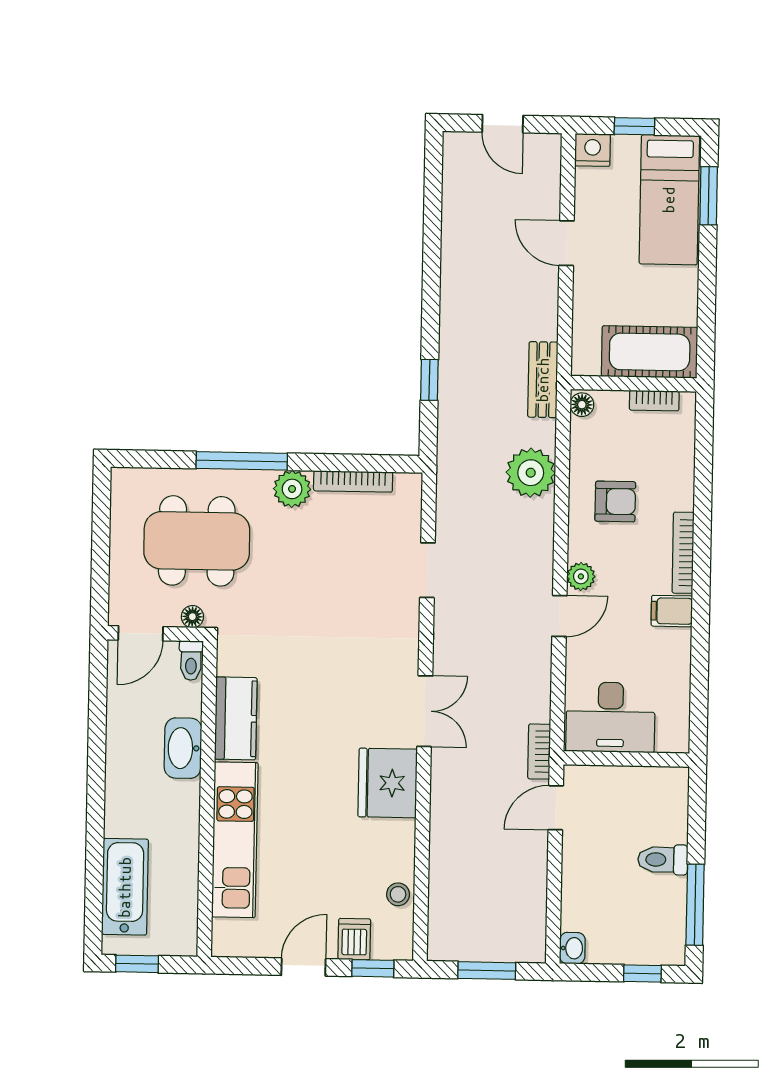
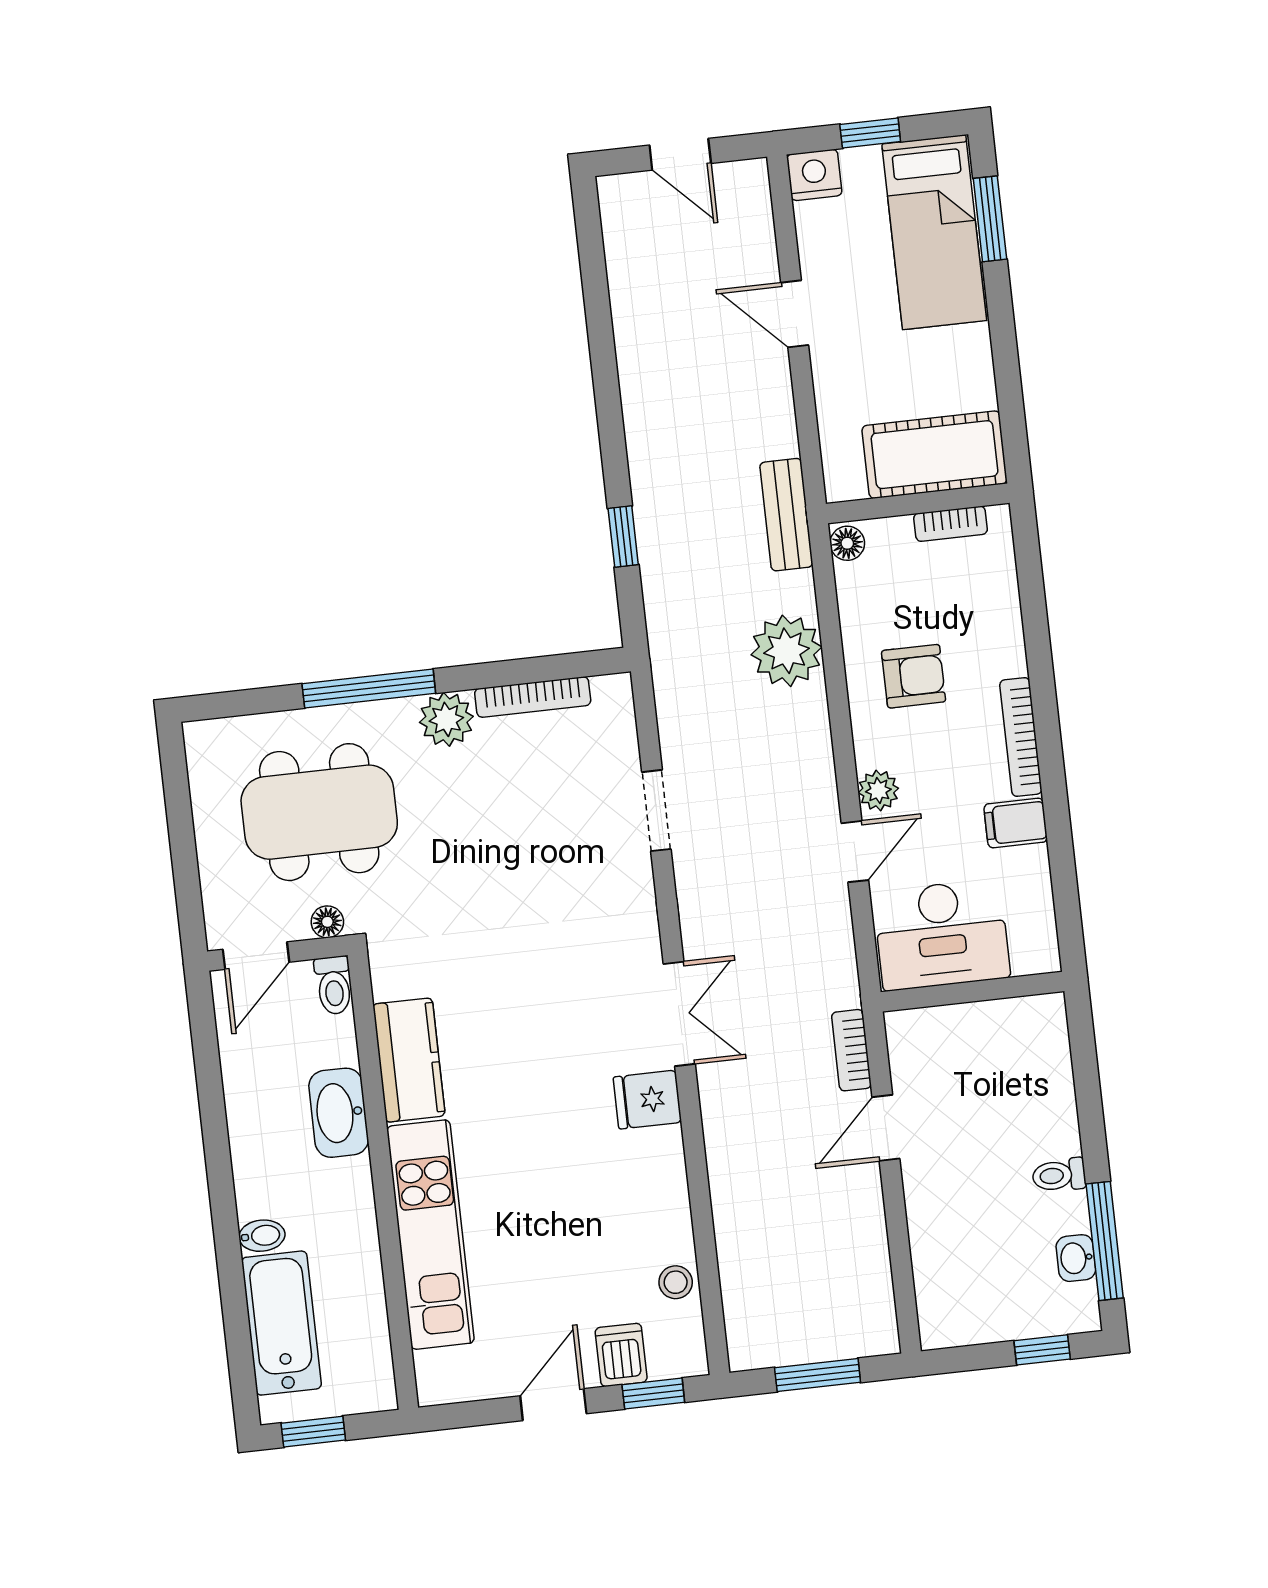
desk: (610, 717) -> (942, 935), moved
wall: (626, 759) -> (972, 992), moved
fridge: (388, 783) -> (647, 1100), width x0.53, depth x0.75
bidet: (119, 825) -> (262, 1236), added
toilet: (663, 860) -> (1059, 1175), width x0.73, depth x0.72
washbasin: (572, 948) -> (1076, 1258), moved, turned 180

